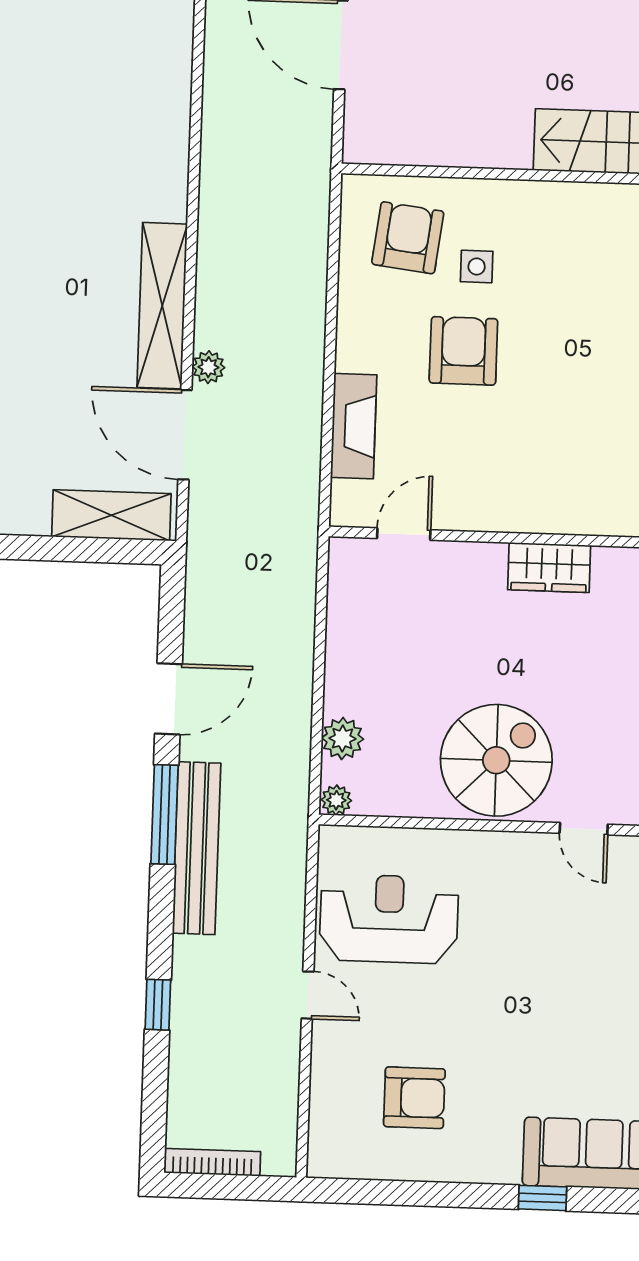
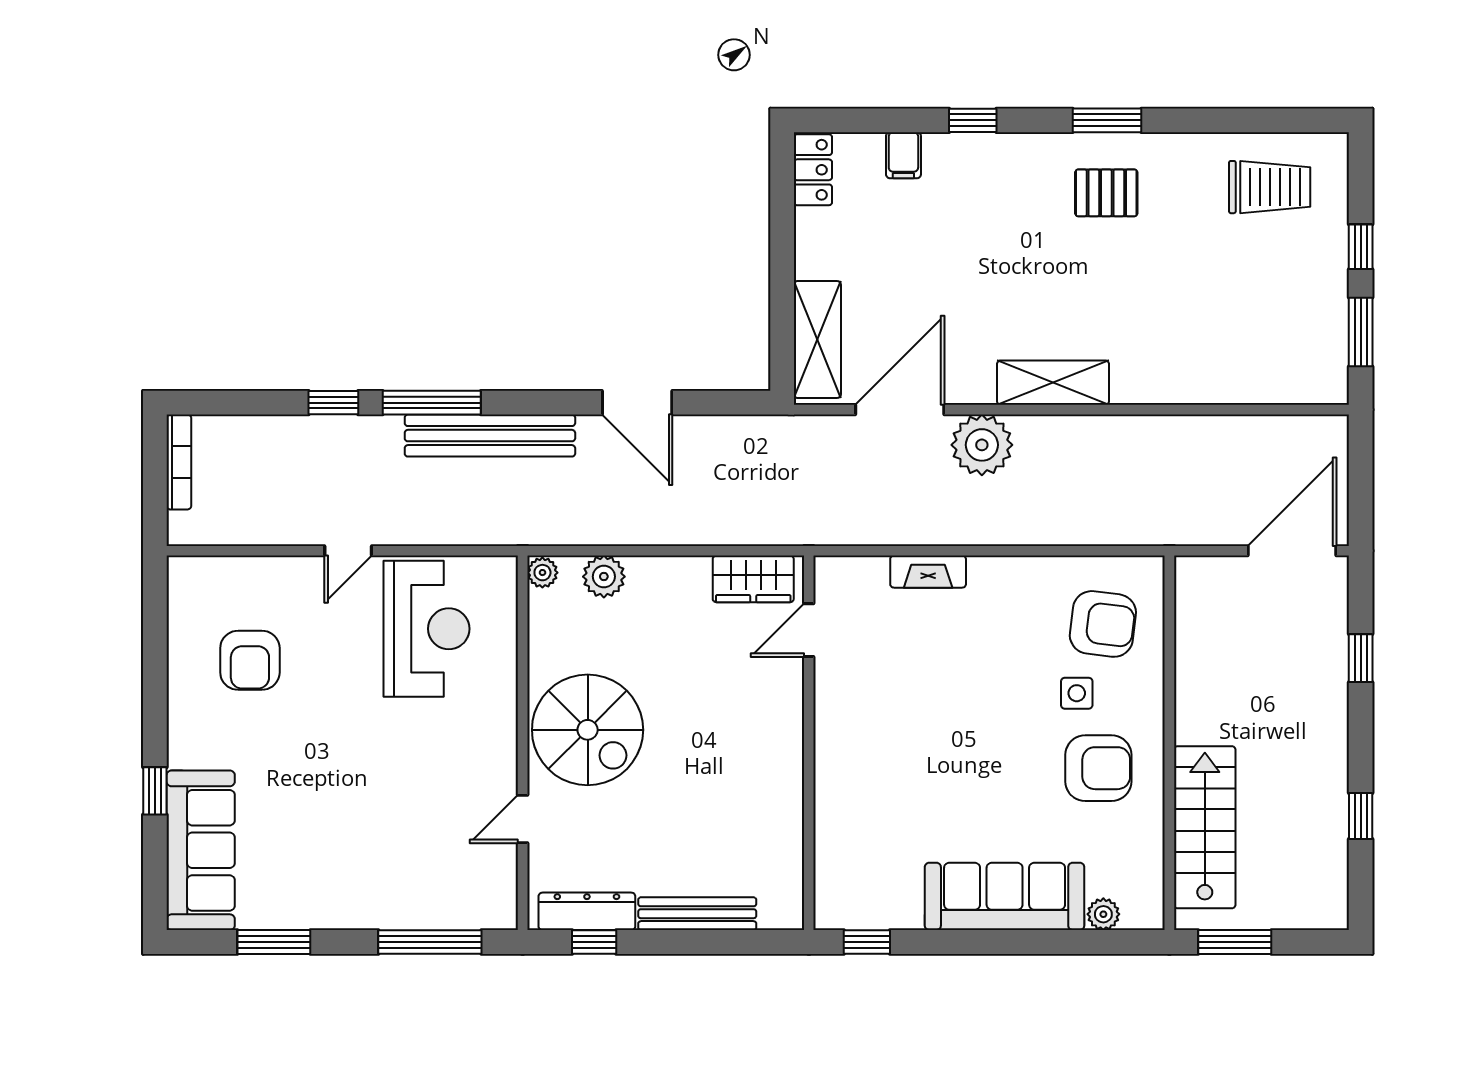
shelving: (162, 306) -> (1053, 383), width x0.68
armchair: (463, 351) -> (1098, 768), moved
plant: (208, 367) -> (982, 445), width x1.87, depth x1.87
fireplace: (354, 426) -> (928, 572), width x0.73, depth x0.76
door: (404, 534) -> (809, 630), swing flipped
wardrobe: (549, 568) -> (753, 579), moved, turned -90
window: (165, 814) -> (432, 403), moved

